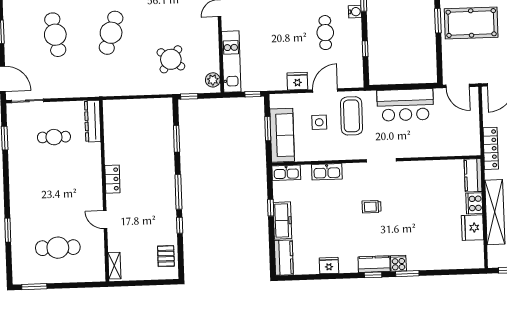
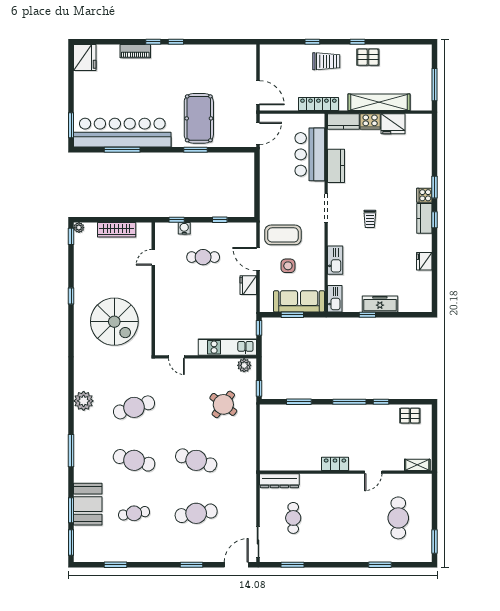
bar counter: (405, 105) -> (310, 154), moved, turned 180
kitchen counter: (284, 258) -> (336, 166), moved, turned 90

